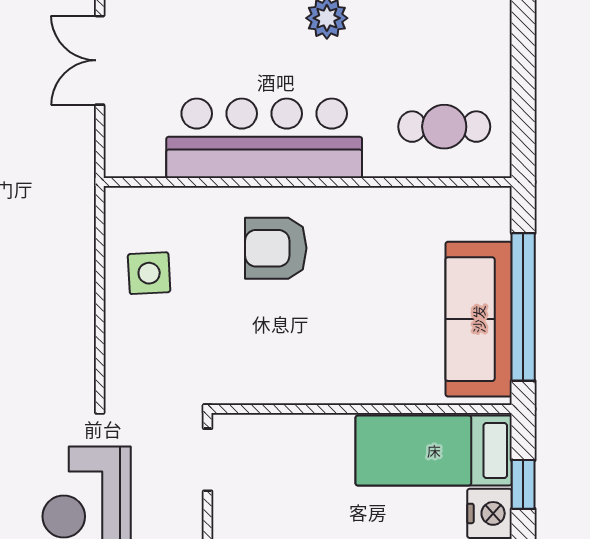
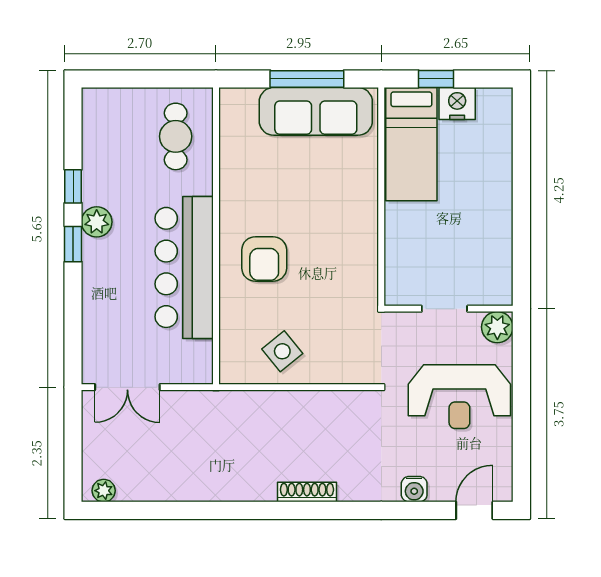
side table: (149, 273) -> (282, 351), turned -36
window: (523, 307) -> (307, 79), width x0.68
doorway: (208, 460) -> (444, 309), moved

